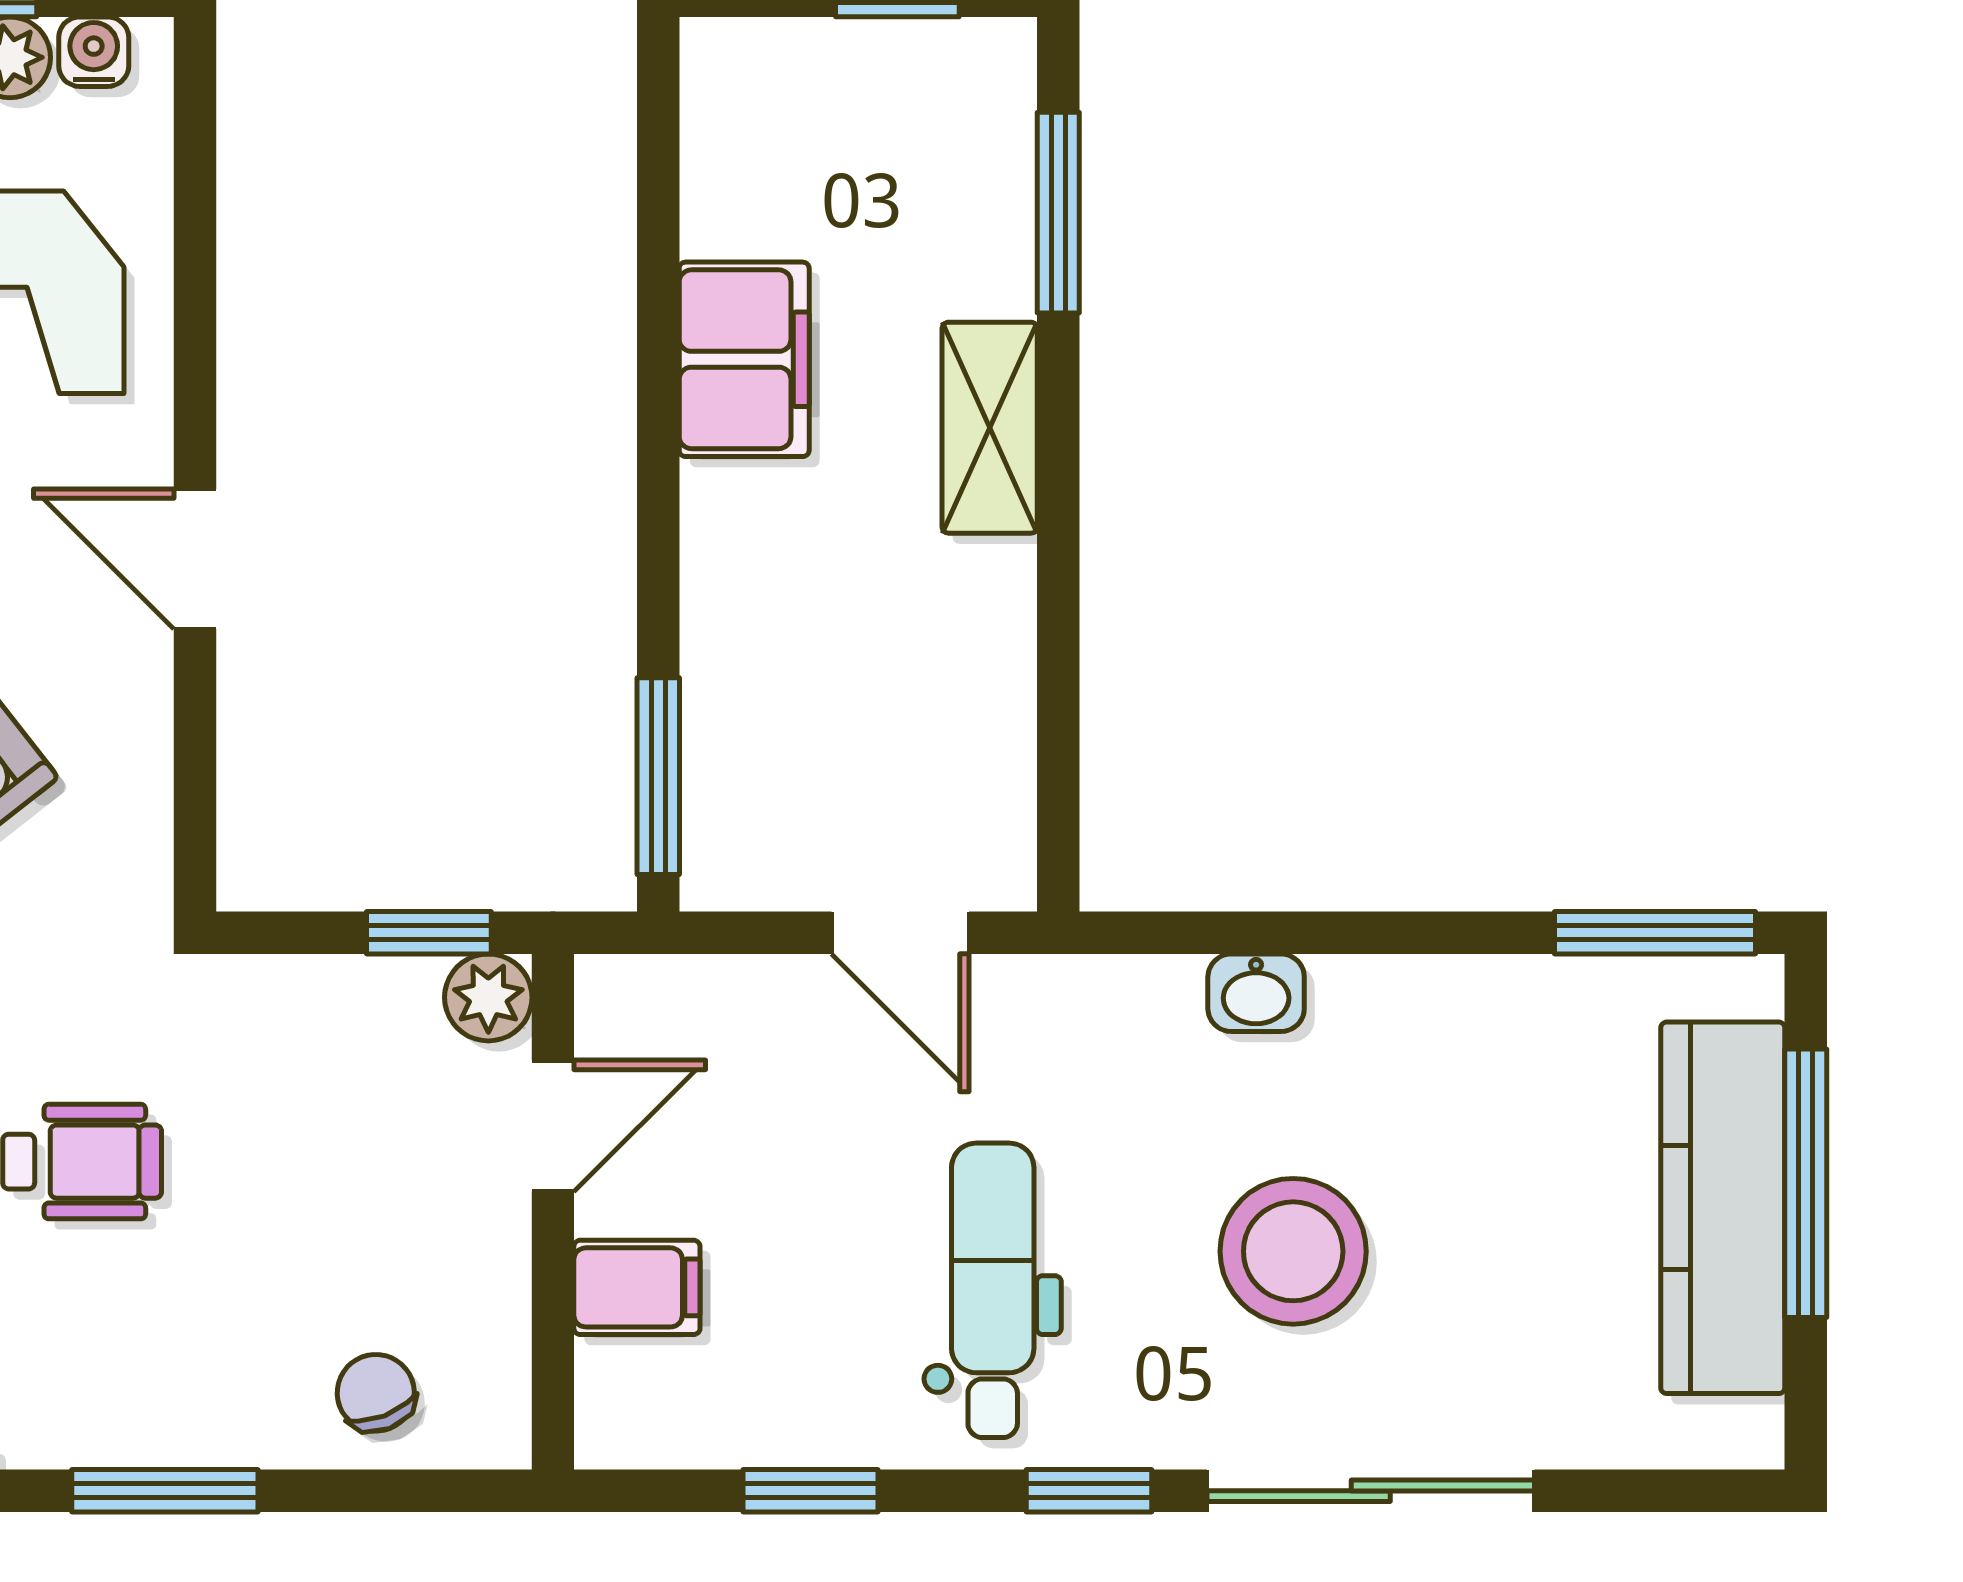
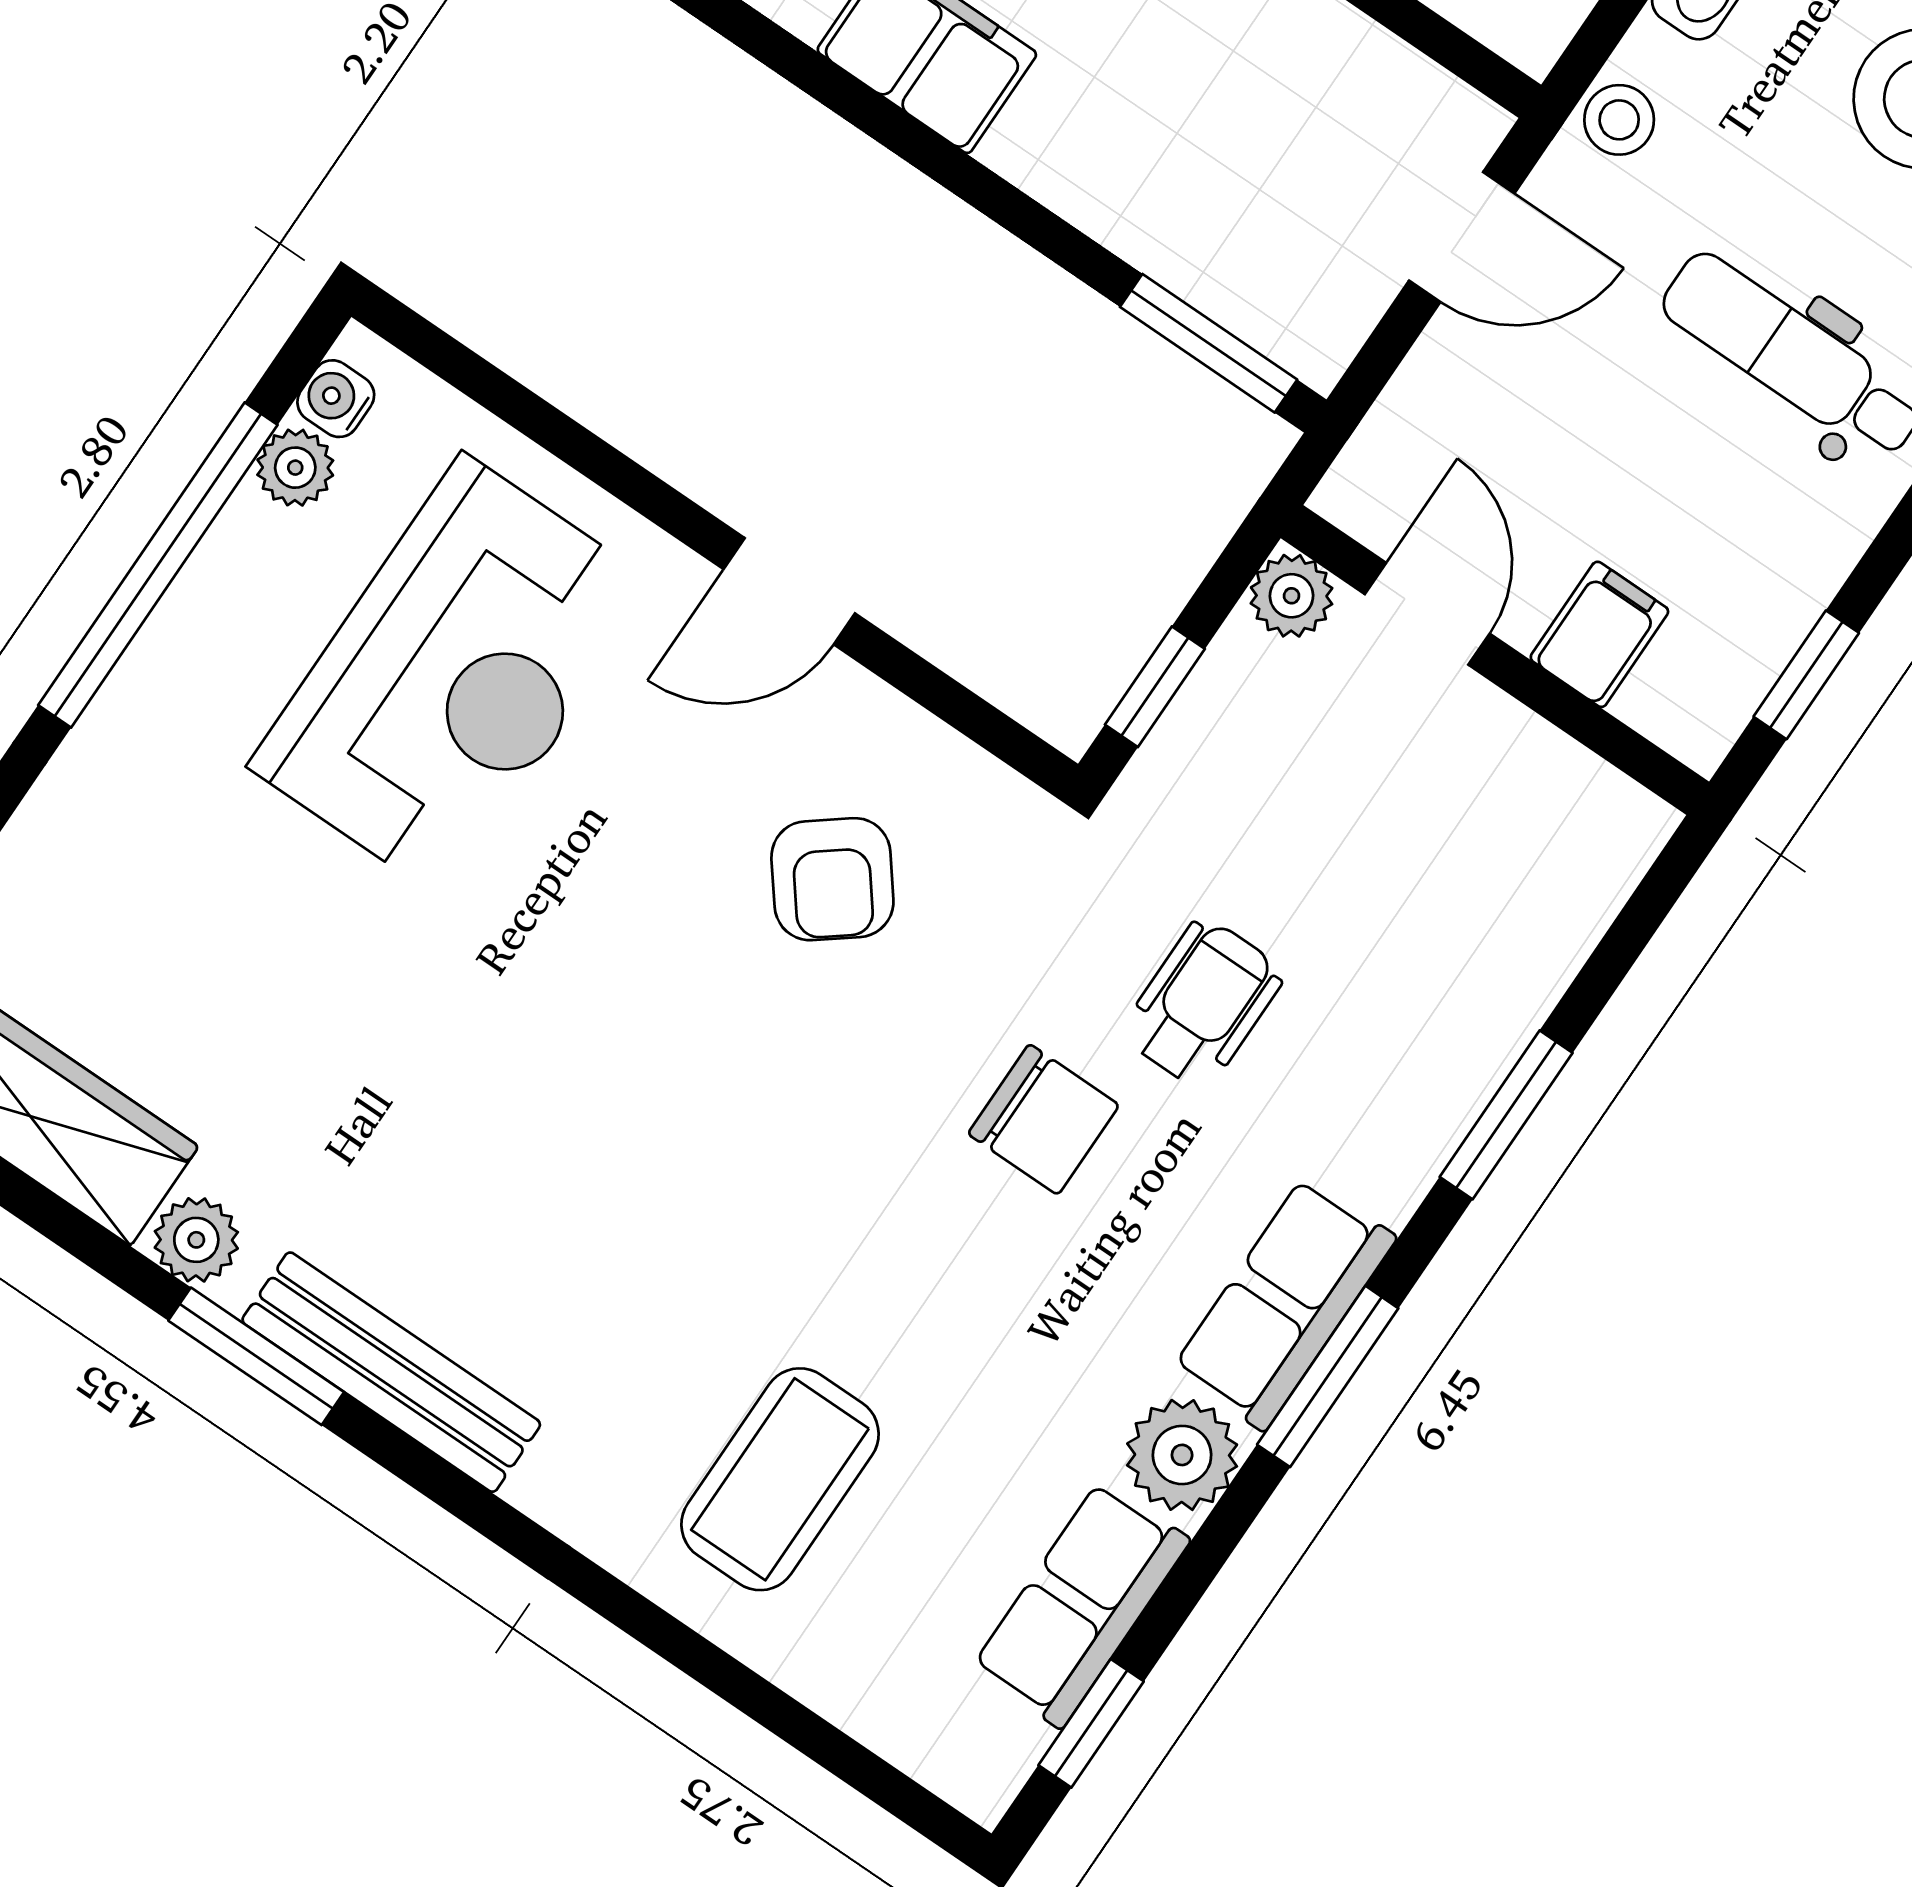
window: (429, 933) -> (1155, 687), moved
stool: (1095, 1000) -> (1619, 120), added
chair: (376, 1393) -> (1542, 896), removed
window: (811, 1491) -> (1806, 675), moved

